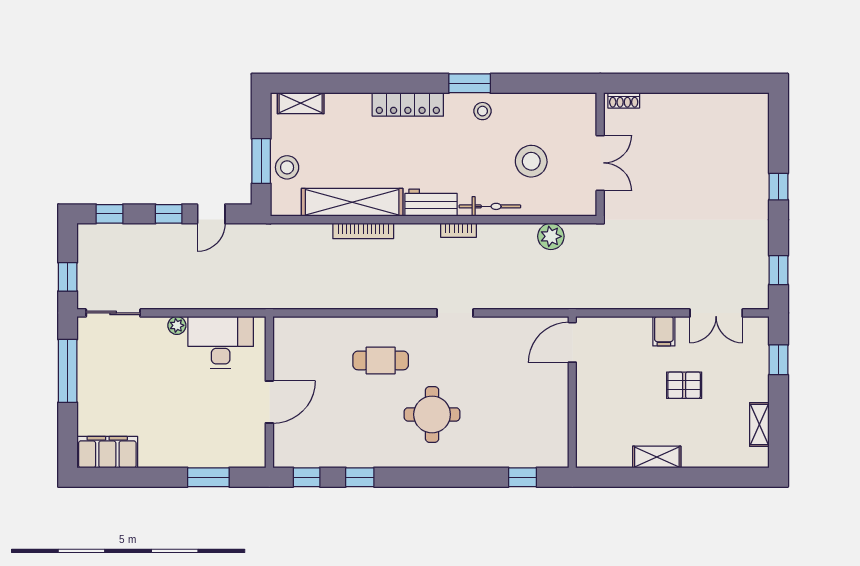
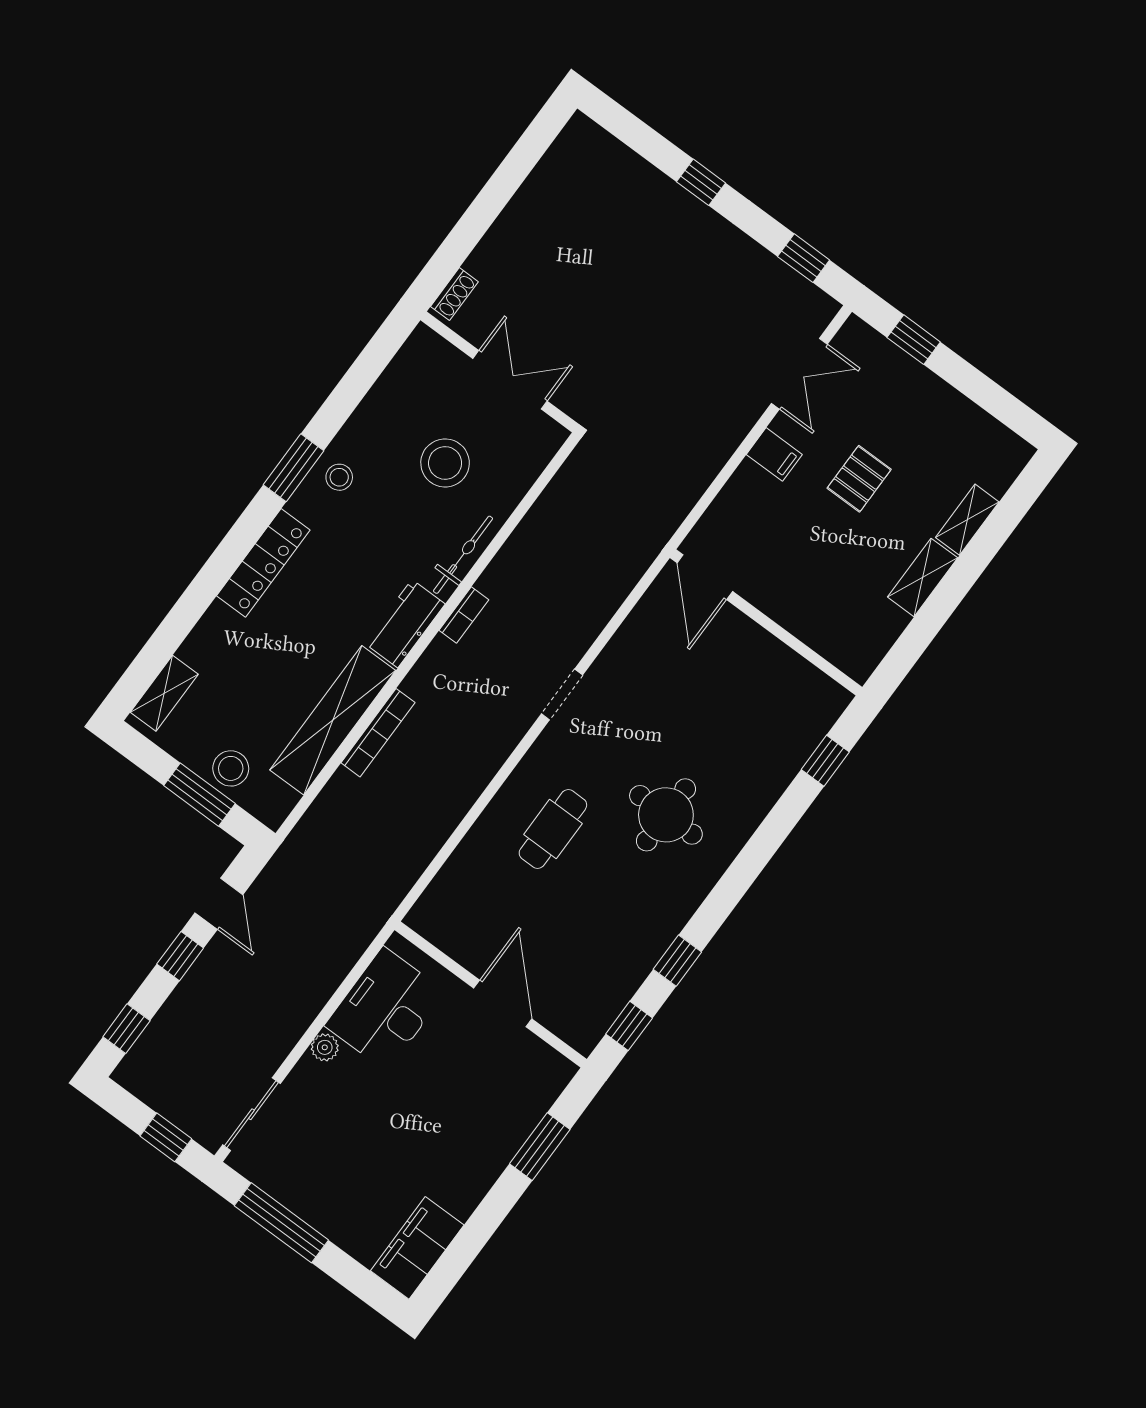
plant: (551, 236) -> (555, 507), removed
shelving: (759, 425) -> (967, 520), moved, turned 90

